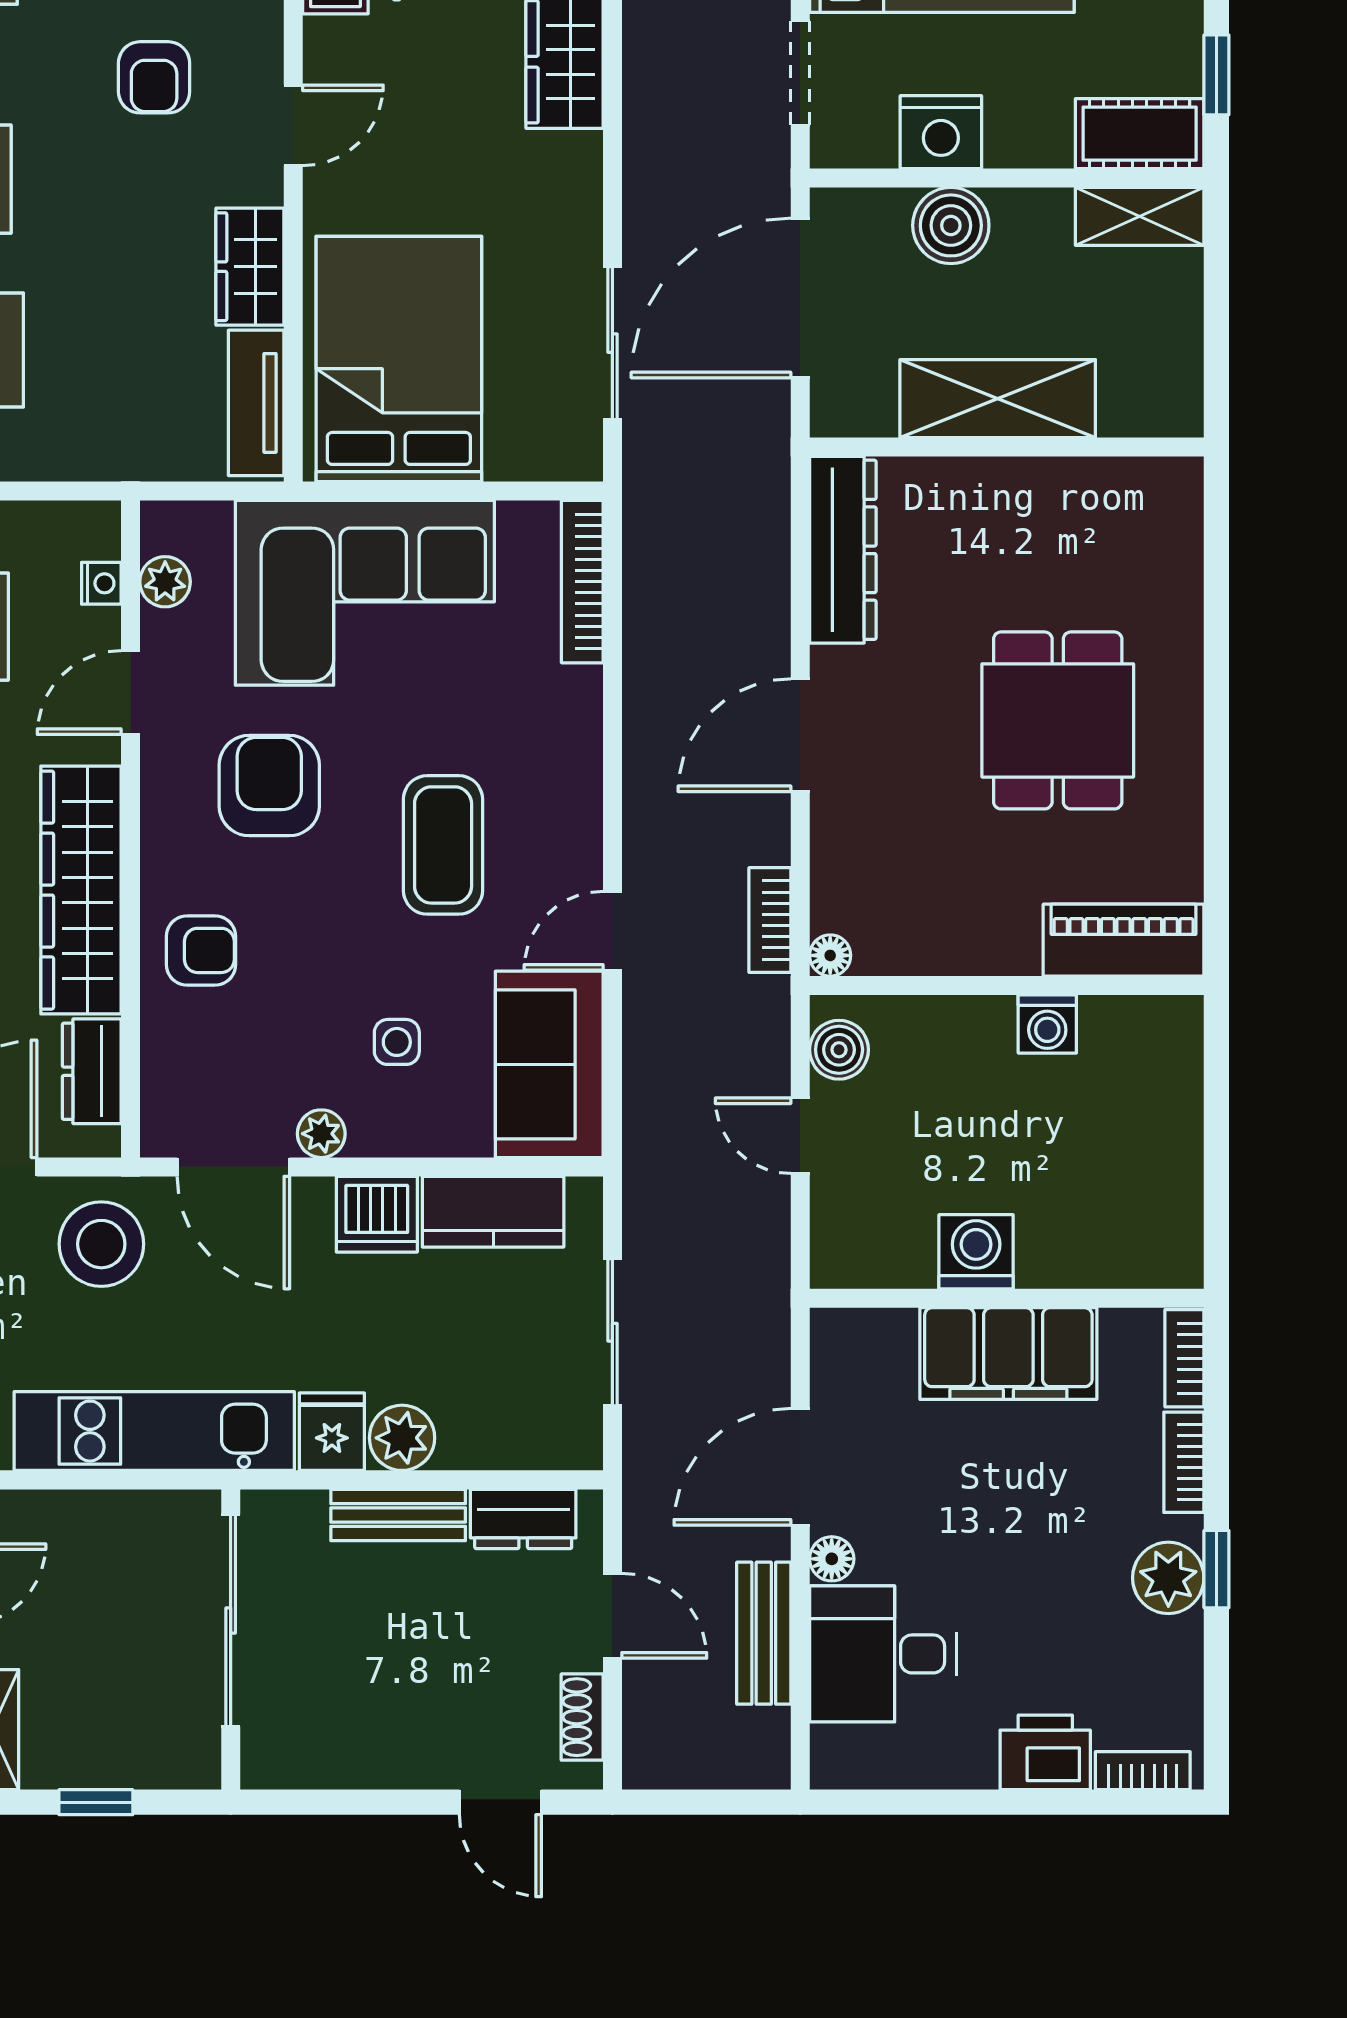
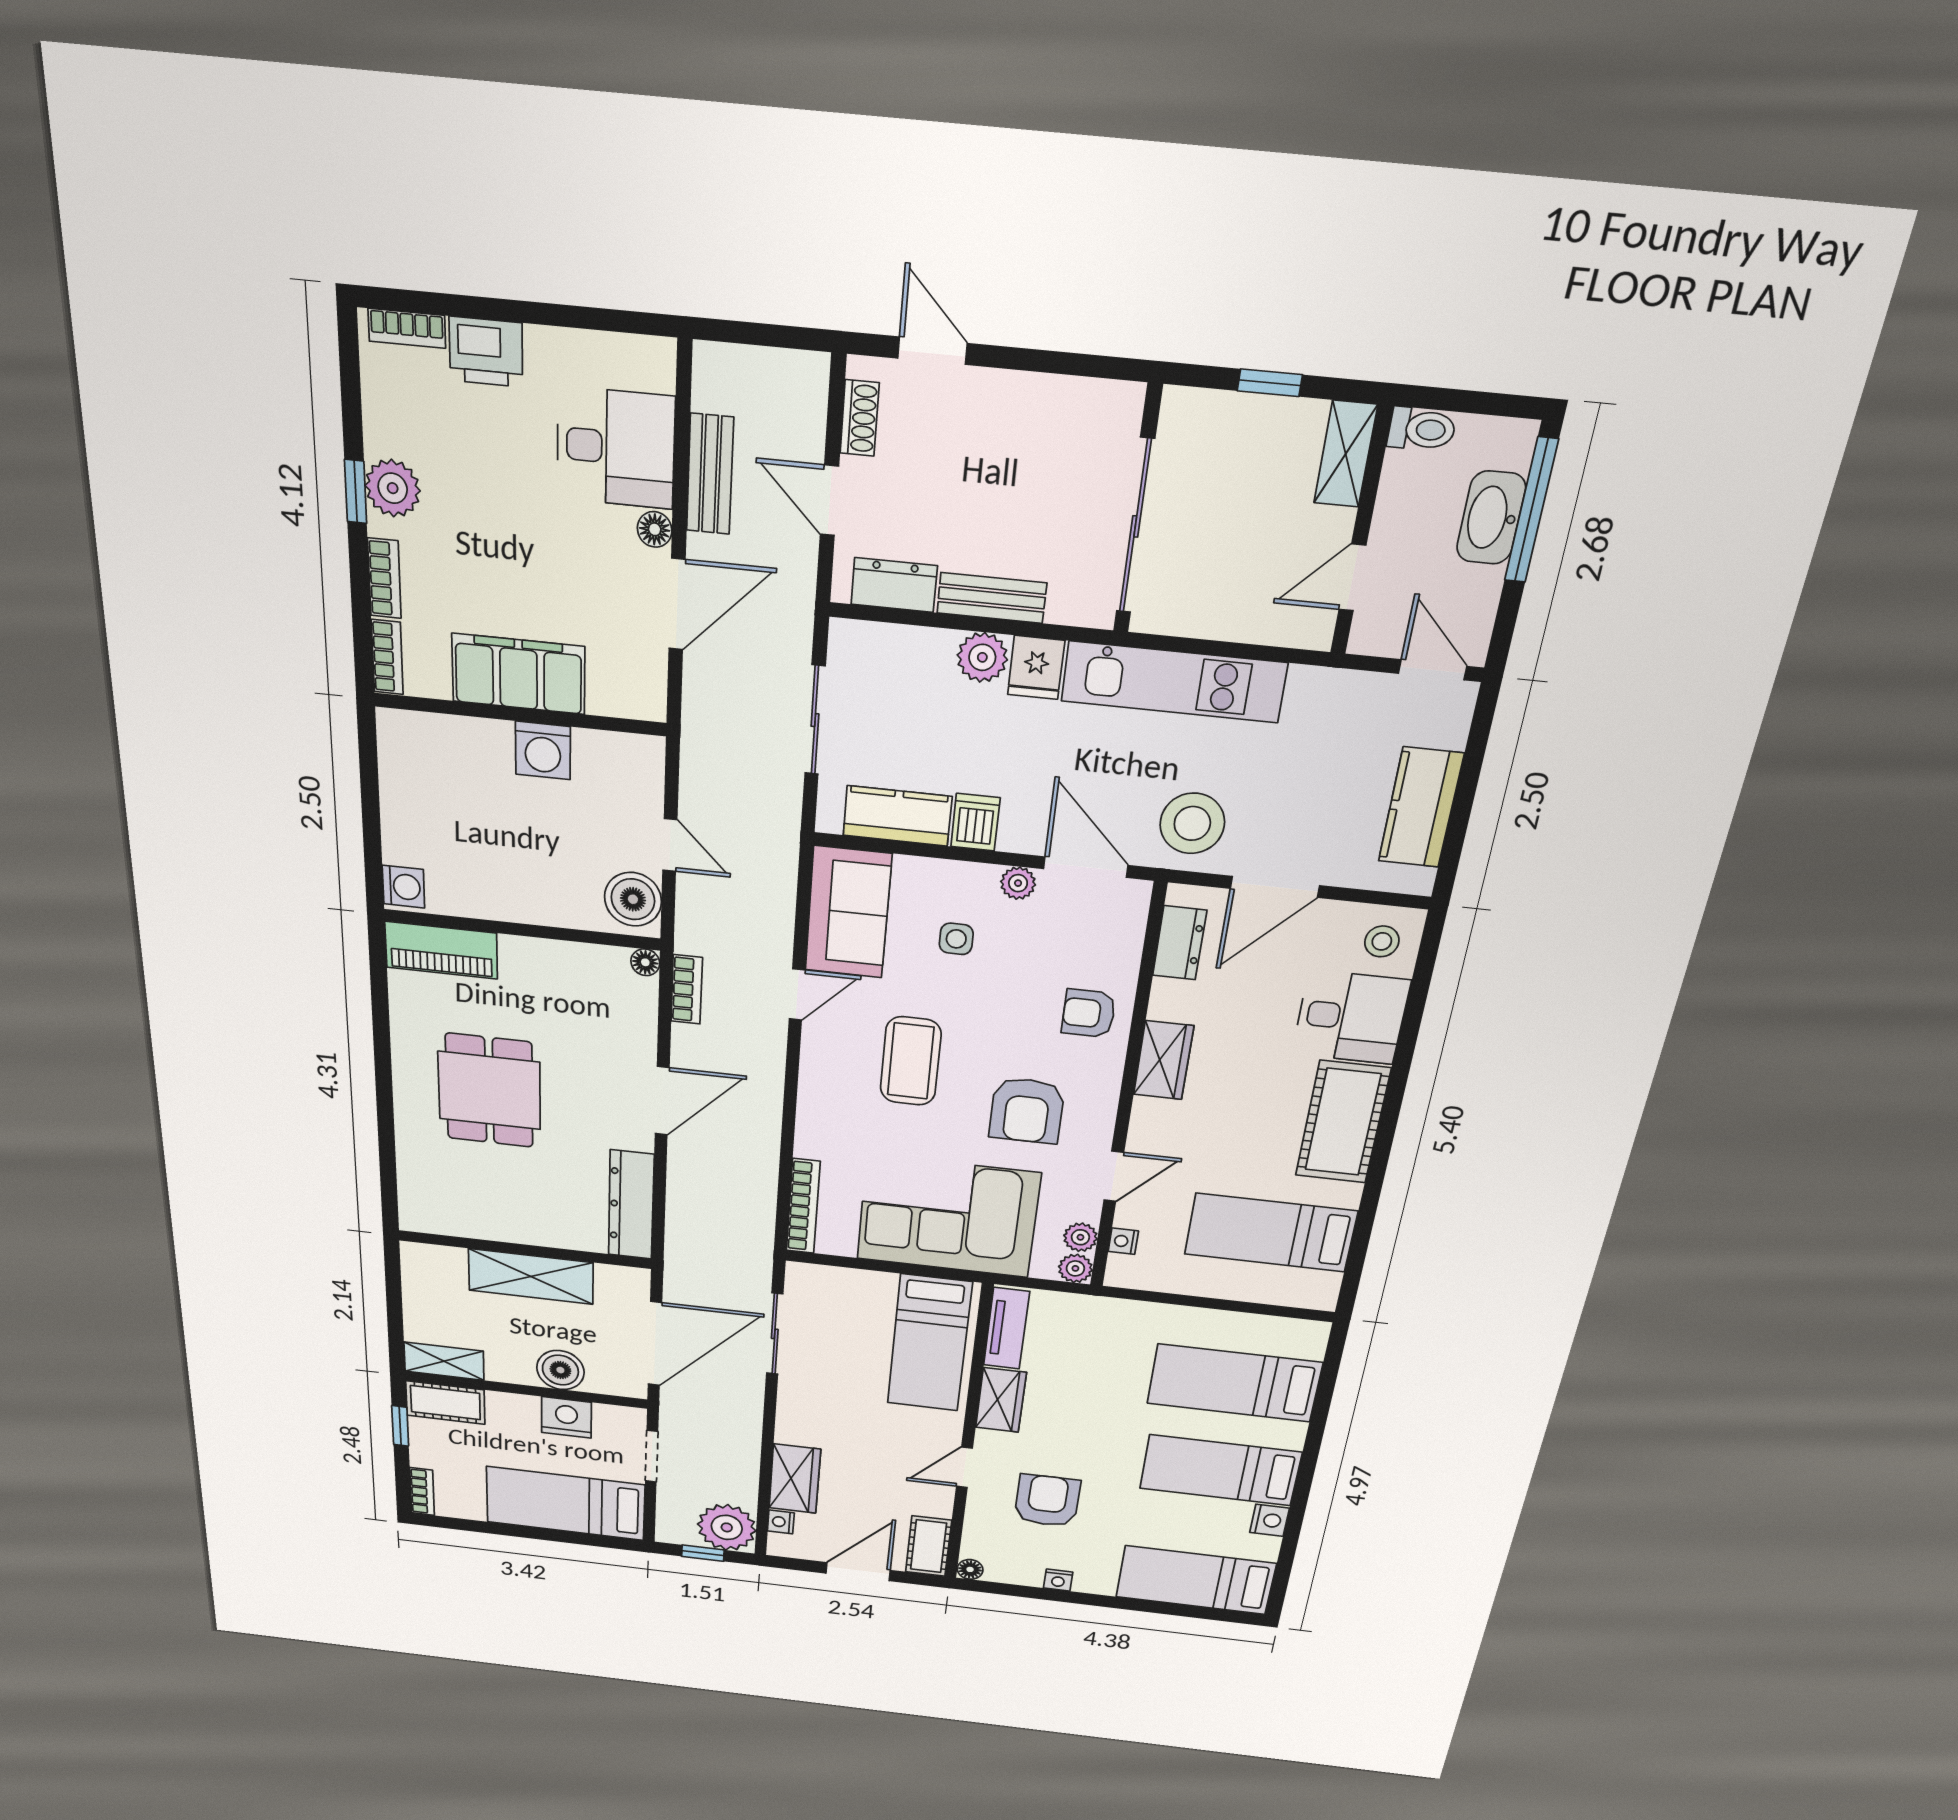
armchair: (154, 77) -> (1047, 1501), width x1.38, depth x1.38
bed: (399, 359) -> (929, 1343), width x0.67
plant: (166, 526) -> (1075, 1268), added
wardrobe: (81, 890) -> (1164, 1060), width x0.48, depth x0.85
washing machine: (1047, 1024) -> (404, 887), moved, turned 90
boiler: (839, 1050) -> (633, 899), width x1.36, depth x1.36
dishwasher: (377, 1214) -> (975, 822), width x0.73

